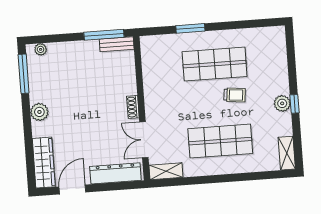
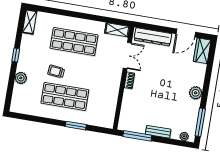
bench: (117, 44) -> (158, 132), moved
plant: (282, 103) -> (21, 78), moved
wardrobe: (44, 163) -> (202, 51), width x0.67

